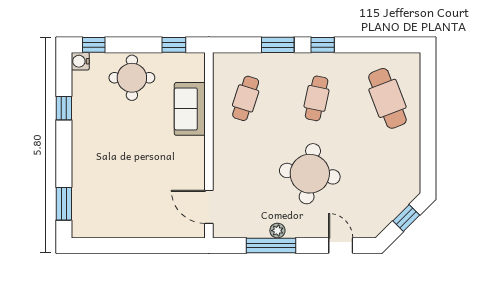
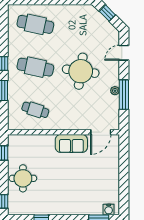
water cooler: (80, 61) -> (109, 209), moved
cafe table: (317, 98) -> (35, 67), width x1.37, depth x1.35
cafe table: (387, 98) -> (35, 24), turned 33
sofa: (190, 109) -> (71, 143), moved

